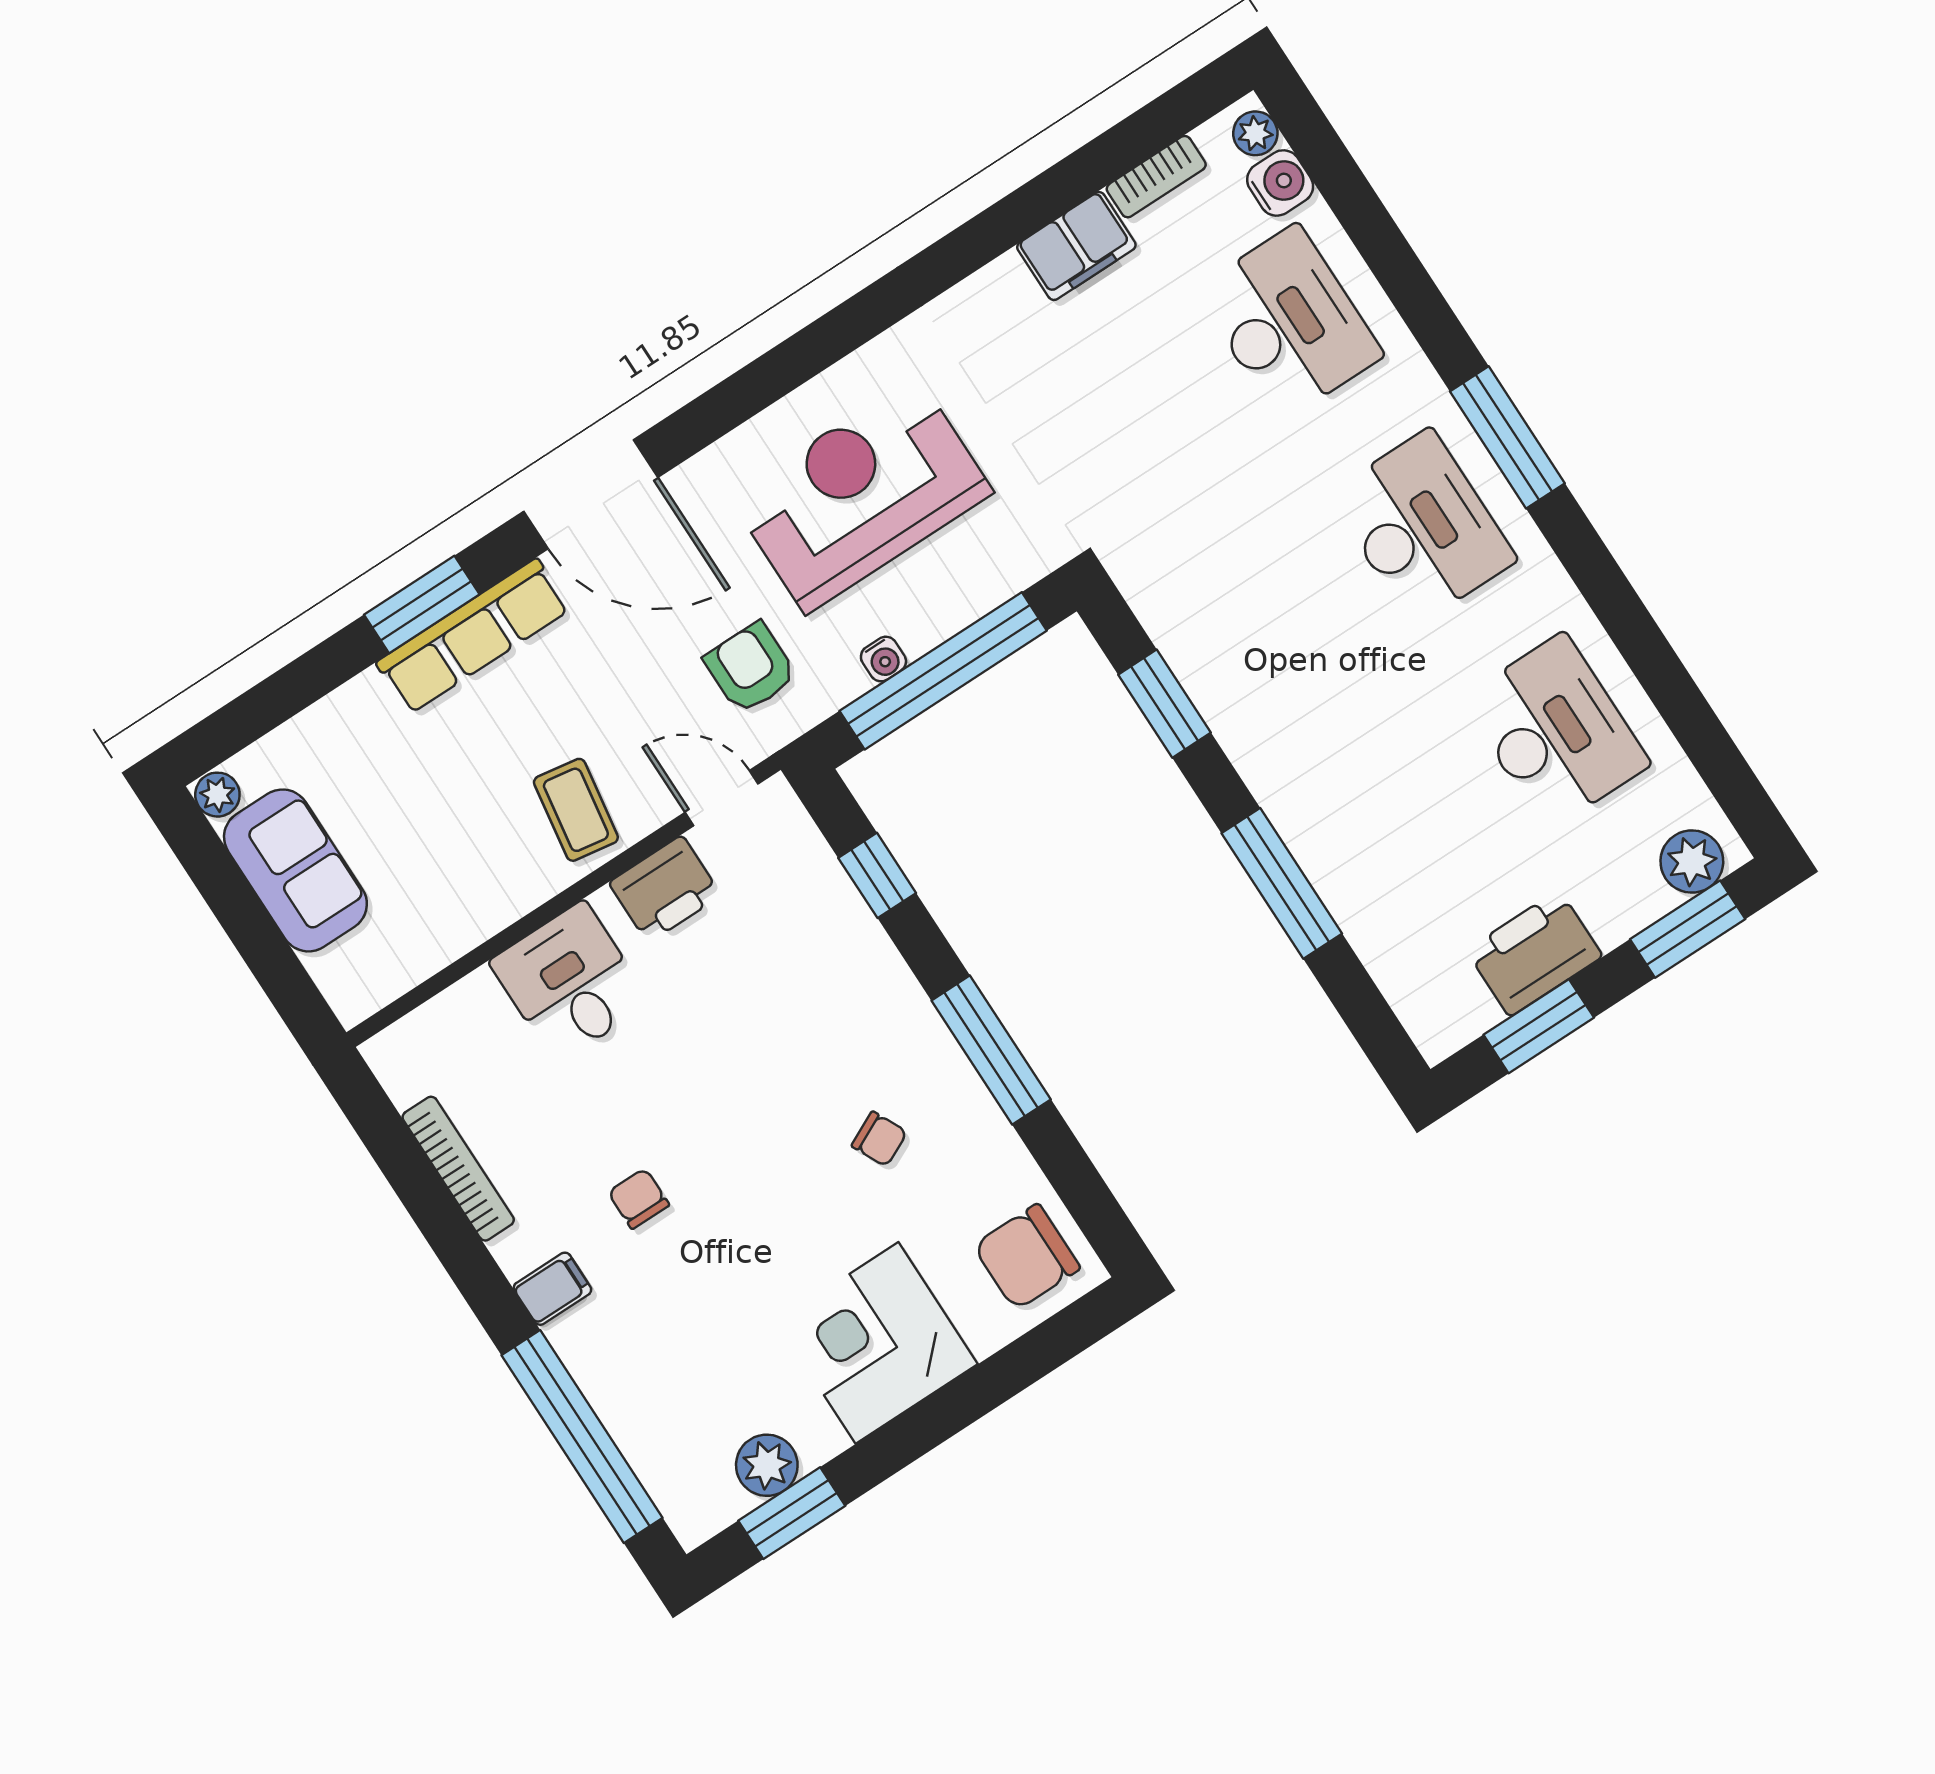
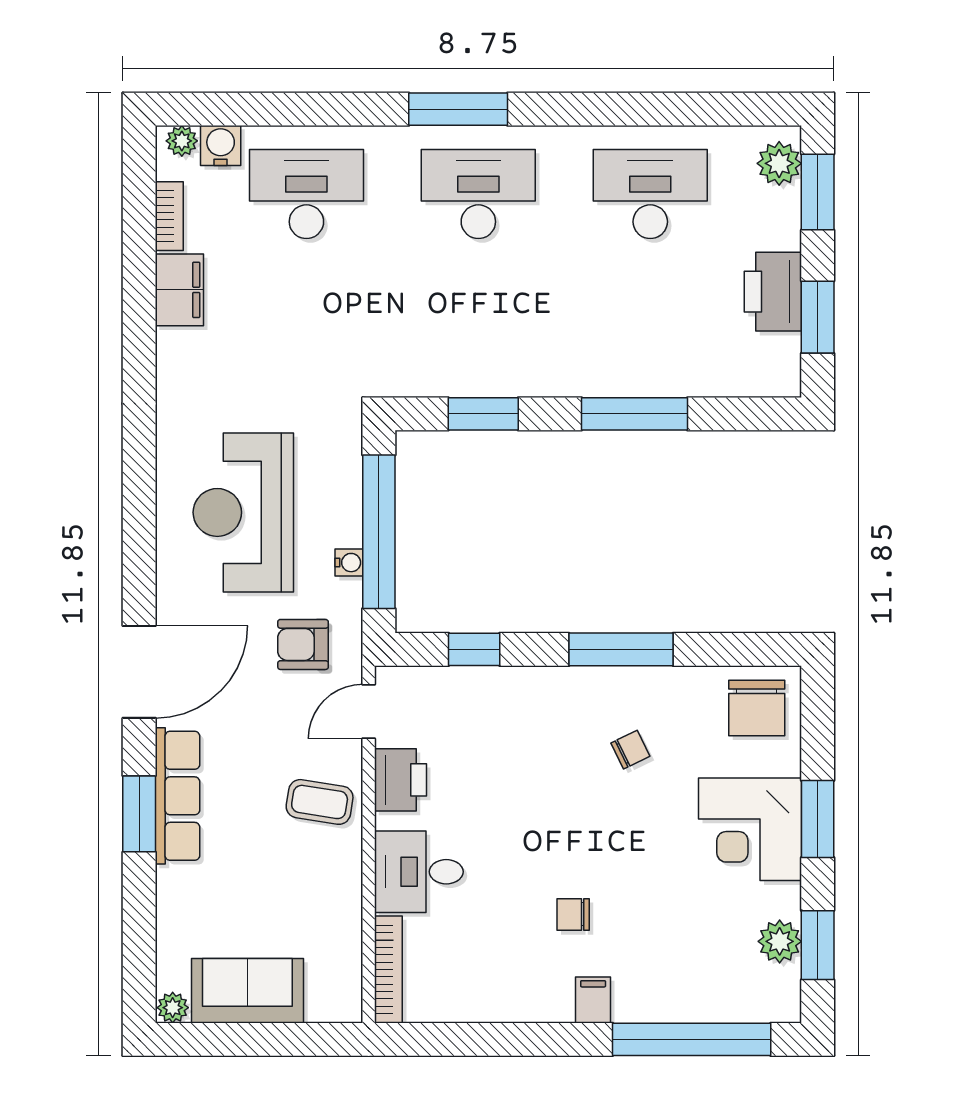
bookcase: (458, 1169) -> (388, 970), moved, turned 90
window: (942, 1415) -> (818, 819), added

